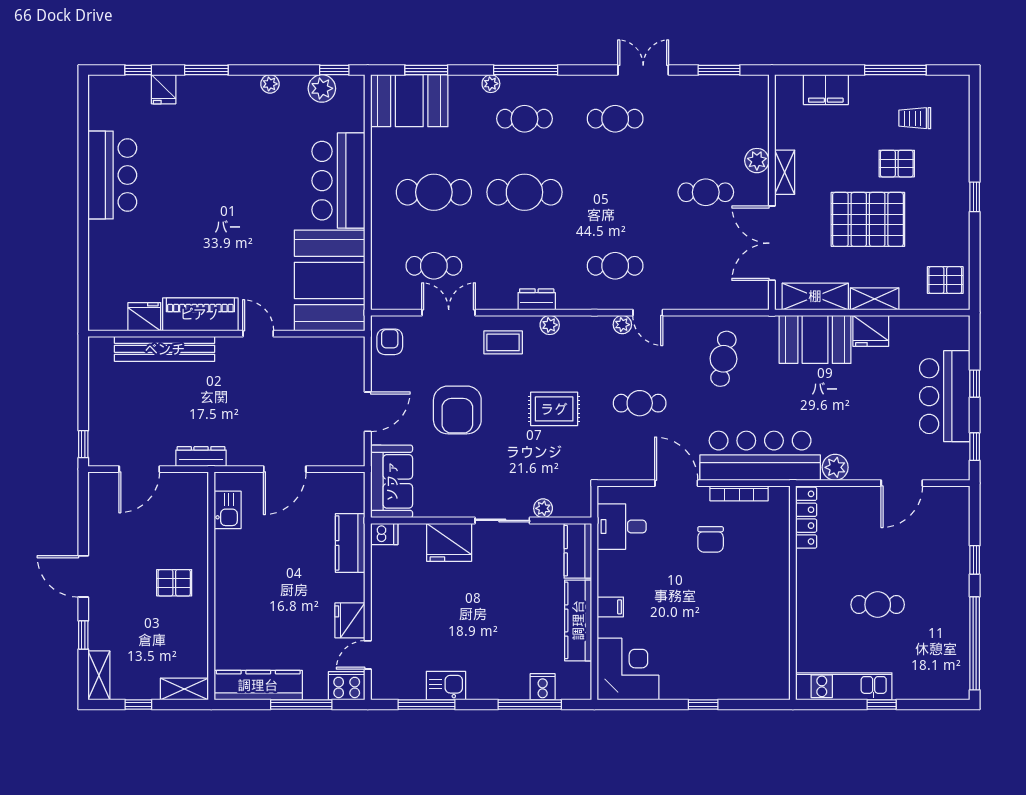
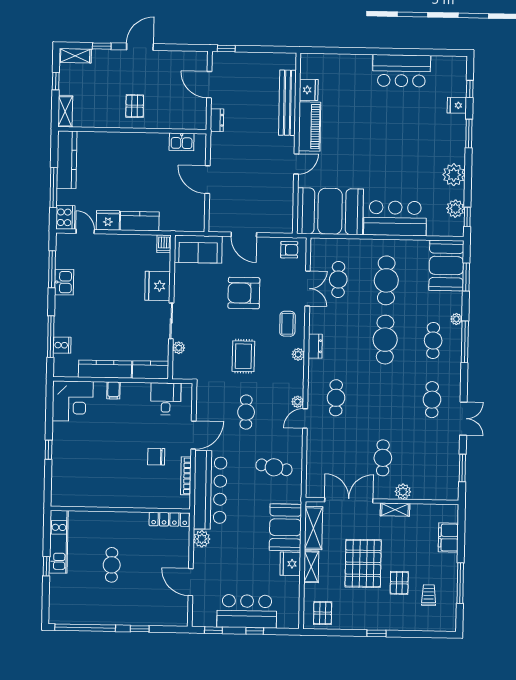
plant: (270, 84) -> (454, 175), width x1.88, depth x1.88
dresser: (201, 456) -> (217, 120), width x0.70
kitchen counter: (350, 543) -> (140, 221), moved

